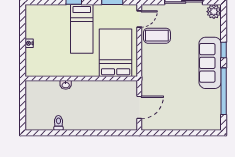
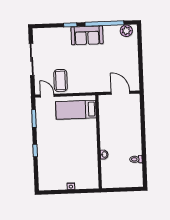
plant: (214, 12) -> (126, 31), moved
bed: (82, 29) -> (57, 143), removed
bed: (116, 53) -> (76, 110), width x0.67
sofa: (210, 63) -> (87, 35), width x0.73

